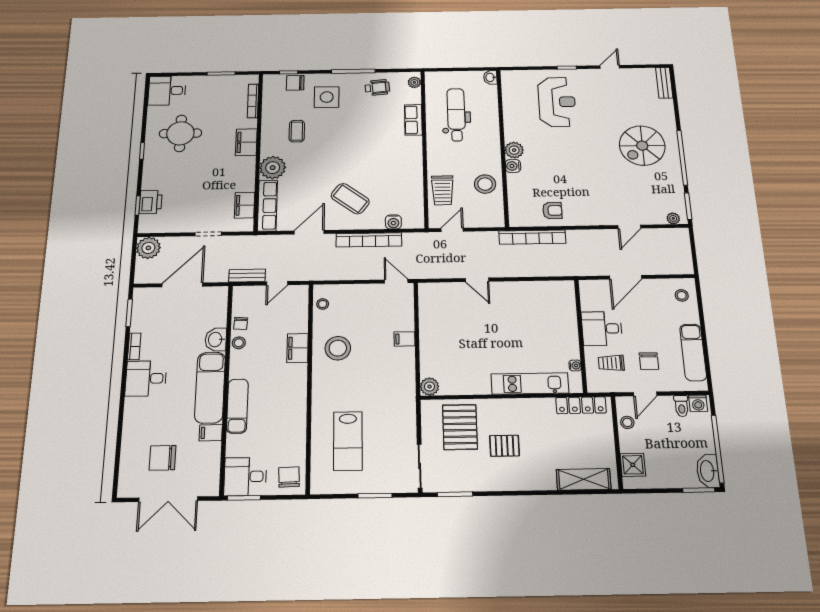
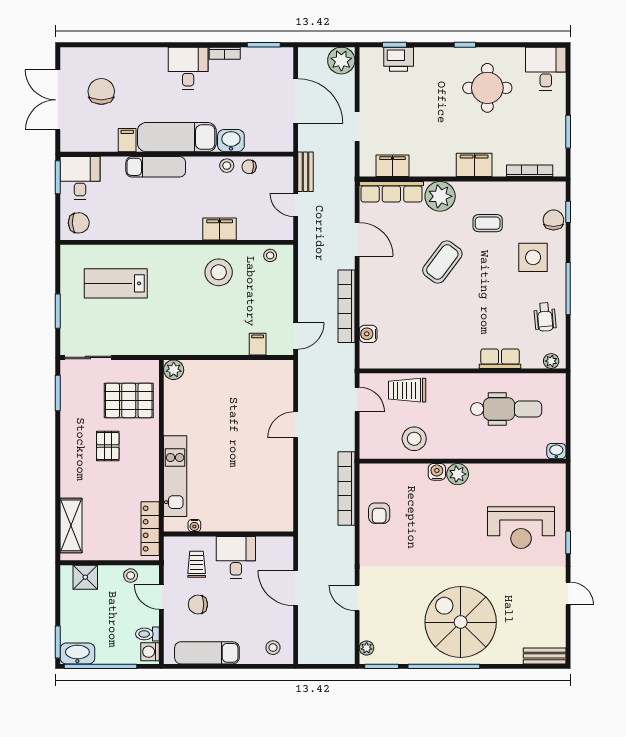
spiral stairs: (642, 146) -> (461, 622), width x1.37, depth x1.37
coffee table: (350, 199) -> (442, 262), moved
filing cabinet: (405, 339) -> (258, 344), moved

